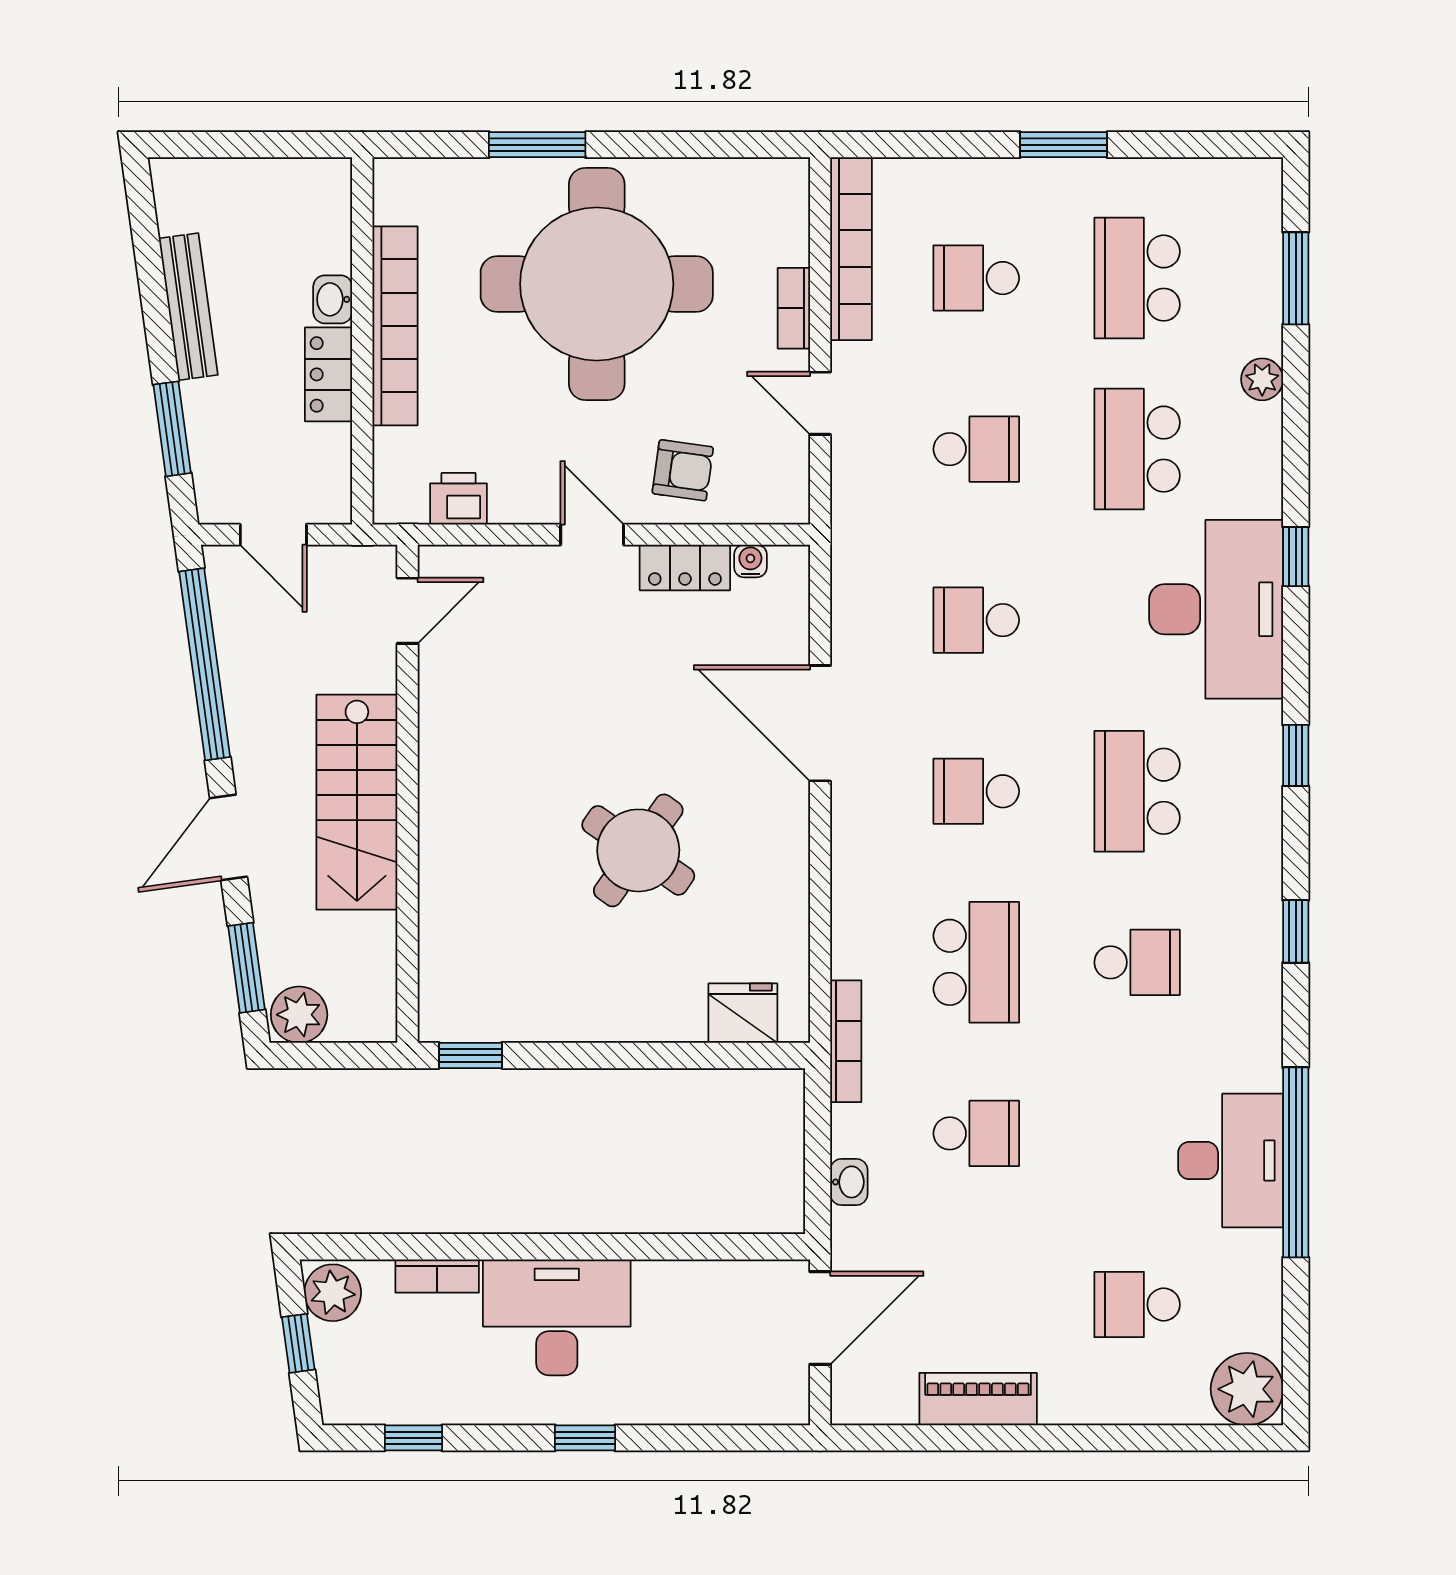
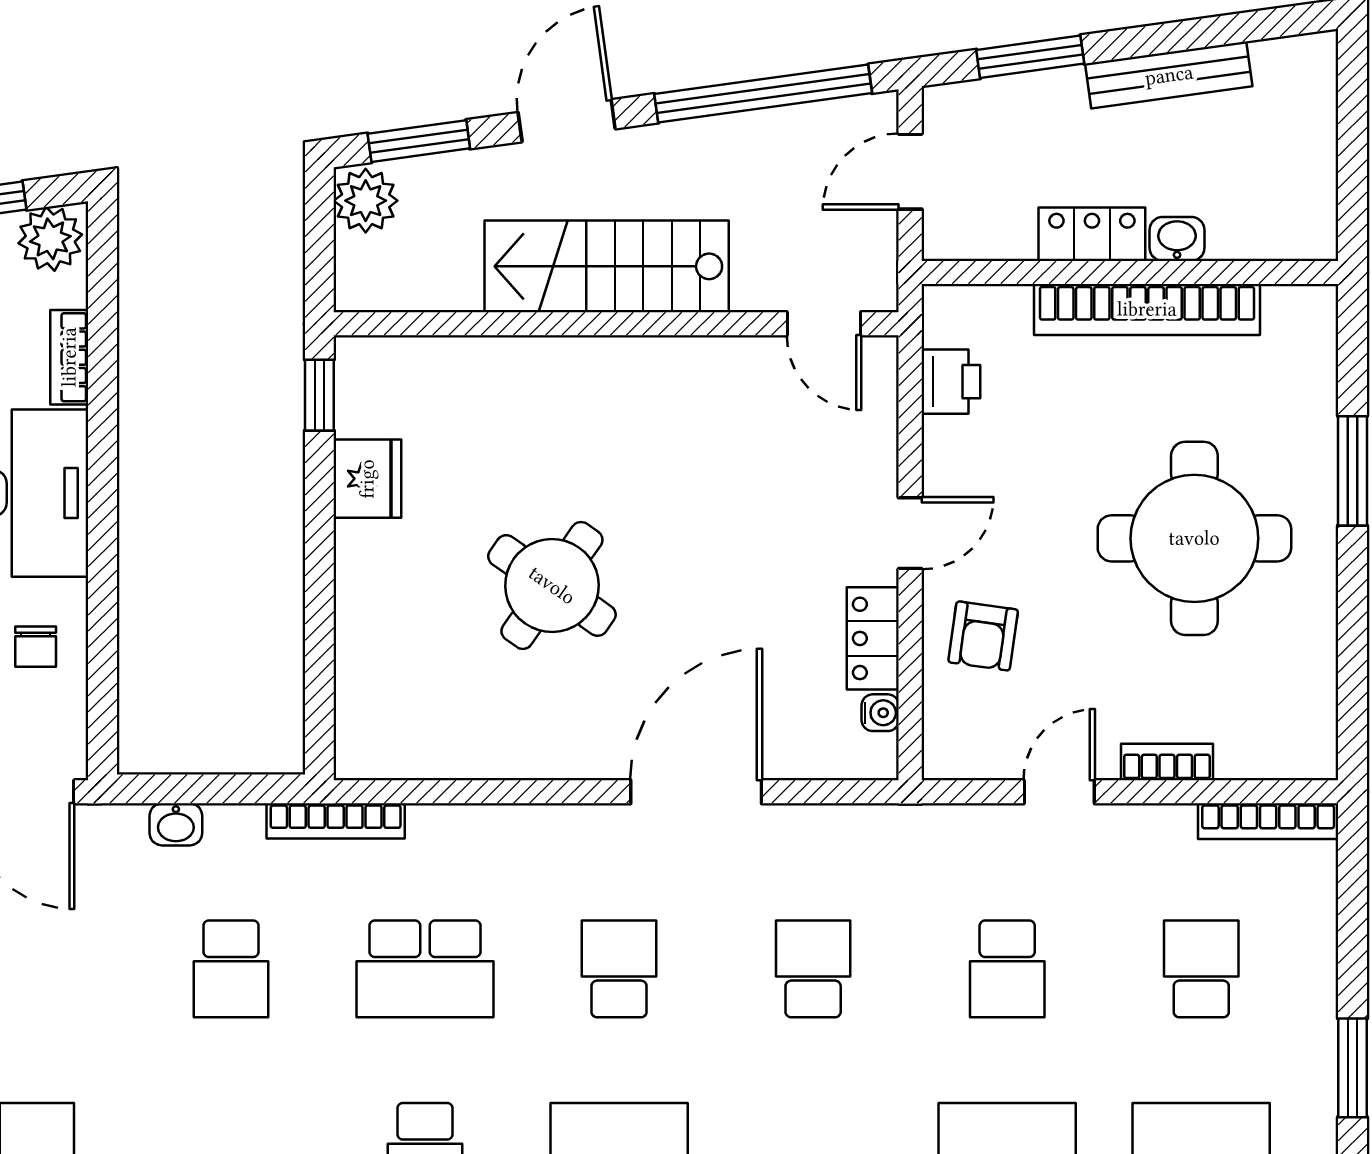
bookcase: (851, 249) -> (1268, 821), width x0.68, depth x0.76
round table: (597, 284) -> (1194, 538), width x0.73, depth x0.73
door: (228, 837) -> (567, 121), hinge flipped
fridge: (743, 1013) -> (367, 479), moved
chair: (692, 1306) -> (36, 647), added

